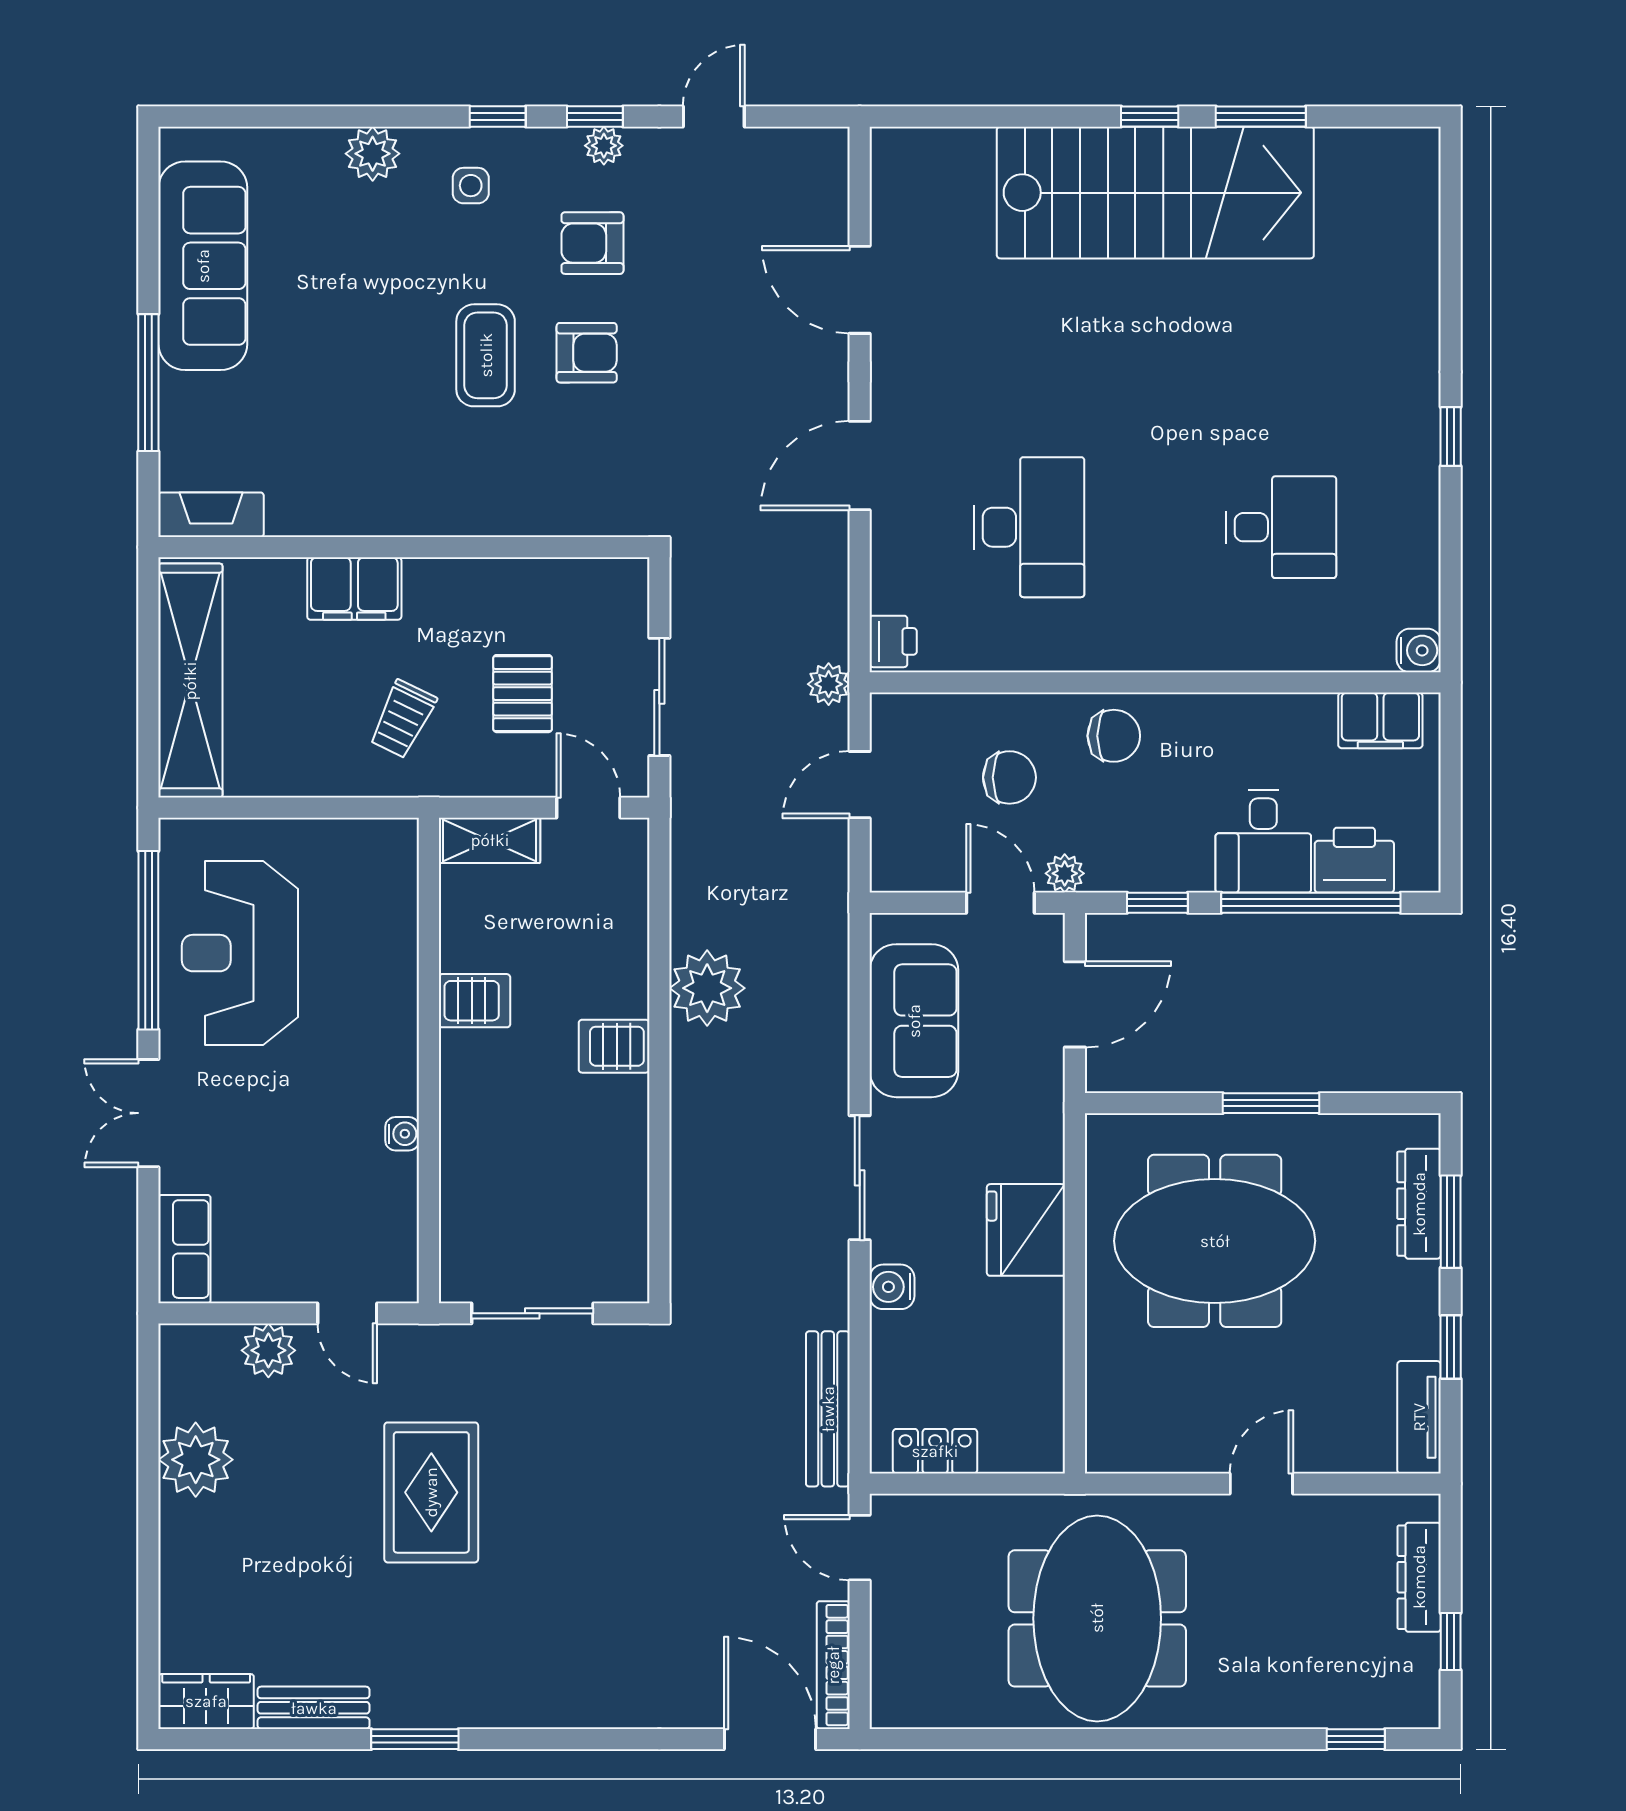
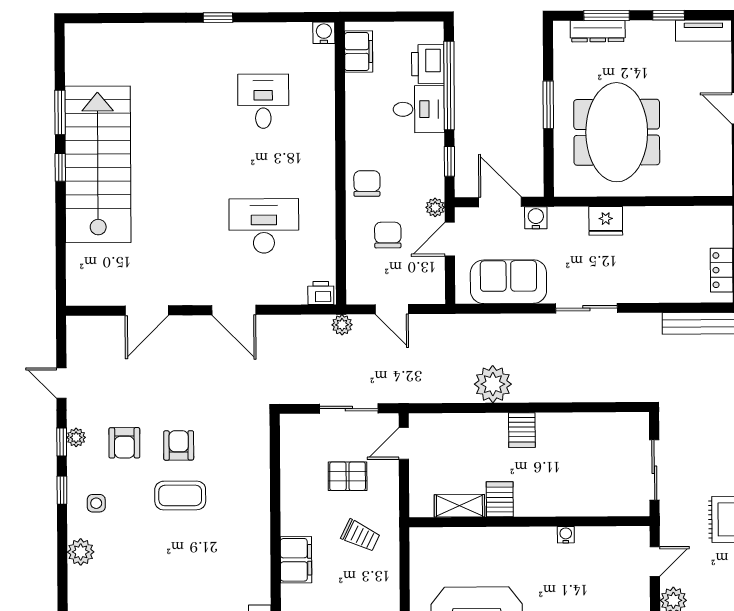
shelving: (490, 840) -> (459, 506), moved, turned 90
fridge: (1026, 1230) -> (606, 221), width x0.73, depth x0.75
water cooler: (892, 1287) -> (536, 218), moved, turned 180

